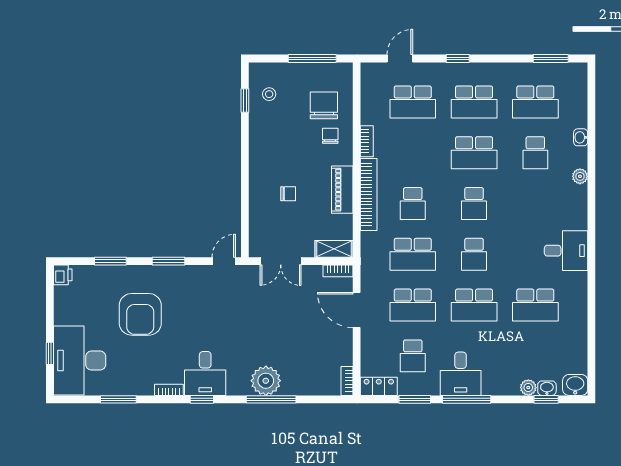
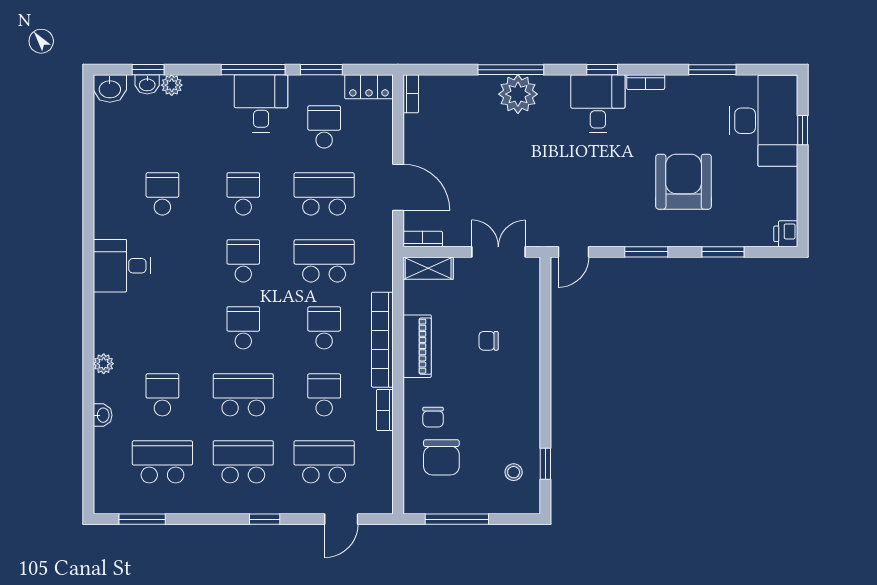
school desk: (413, 153) -> (324, 395), added
school desk: (474, 305) -> (243, 194), width x0.54
school desk: (535, 305) -> (162, 194), width x0.54

